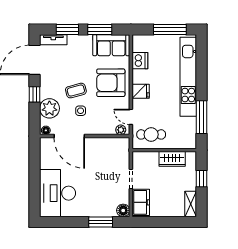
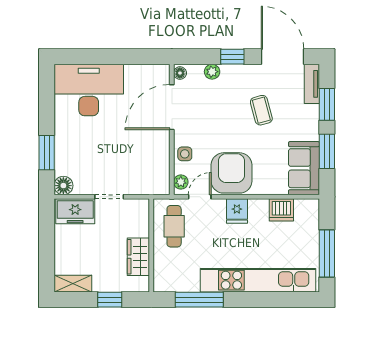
armchair: (111, 83) -> (232, 173), moved
coffee table: (76, 91) -> (261, 110), moved
plant: (49, 108) -> (212, 72), width x0.53, depth x0.53
side table: (81, 111) -> (185, 154), moved

